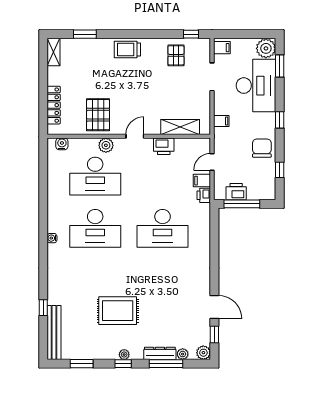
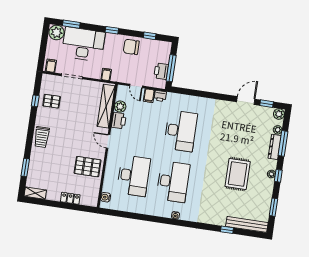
window: (191, 34) -> (35, 101), moved
locker: (54, 105) -> (70, 198), width x0.66
shelving: (180, 127) -> (106, 106), width x1.47
plant: (106, 145) -> (120, 107), moved

